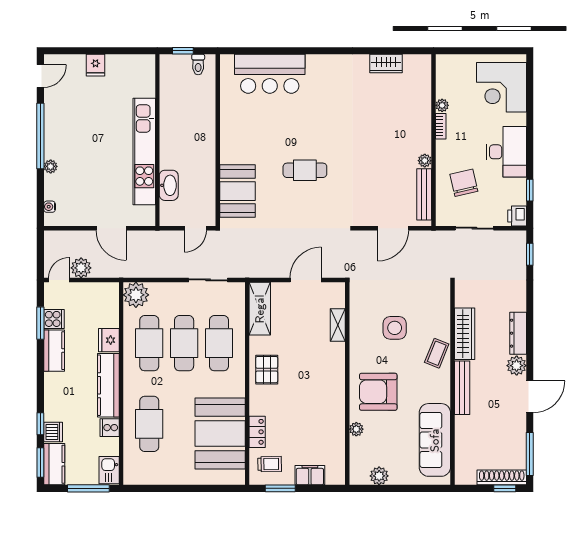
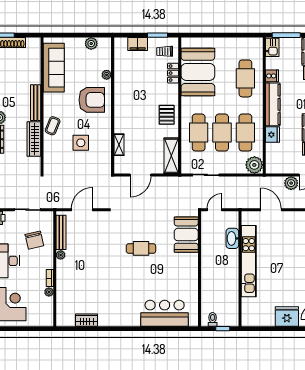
fridge: (95, 65) -> (287, 317), width x1.88, depth x1.34

